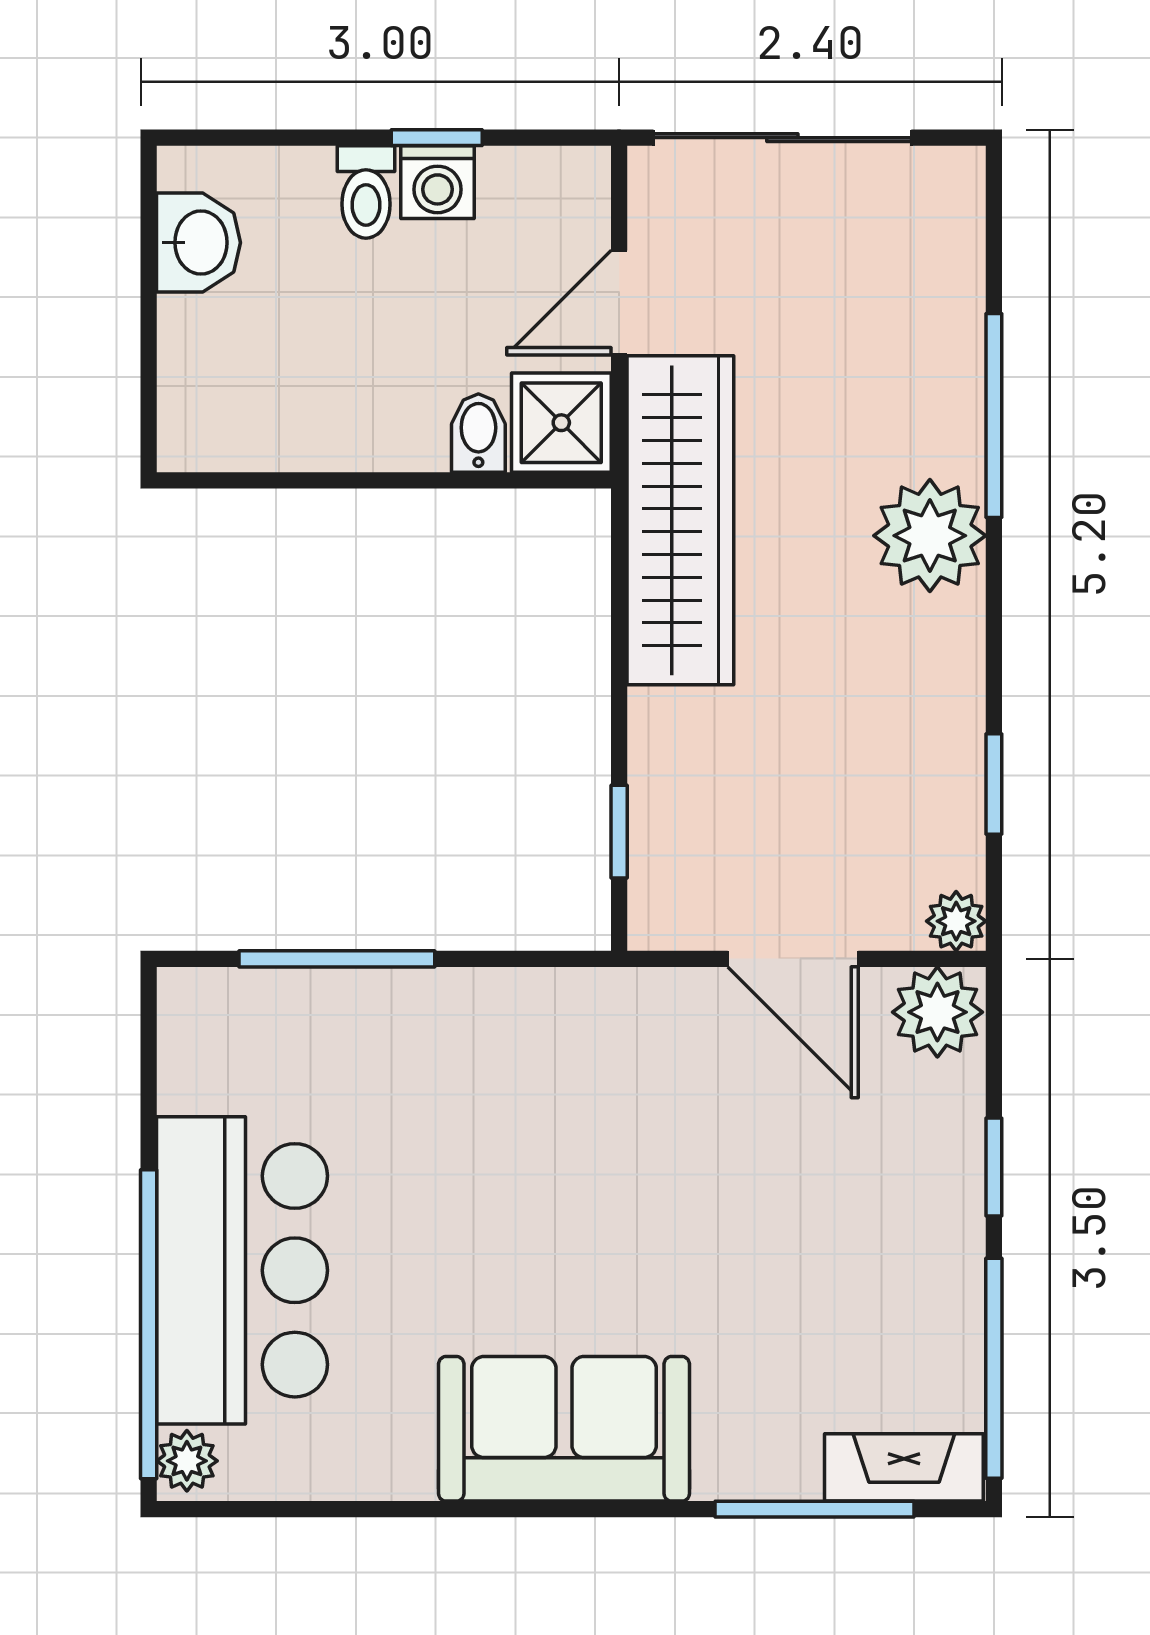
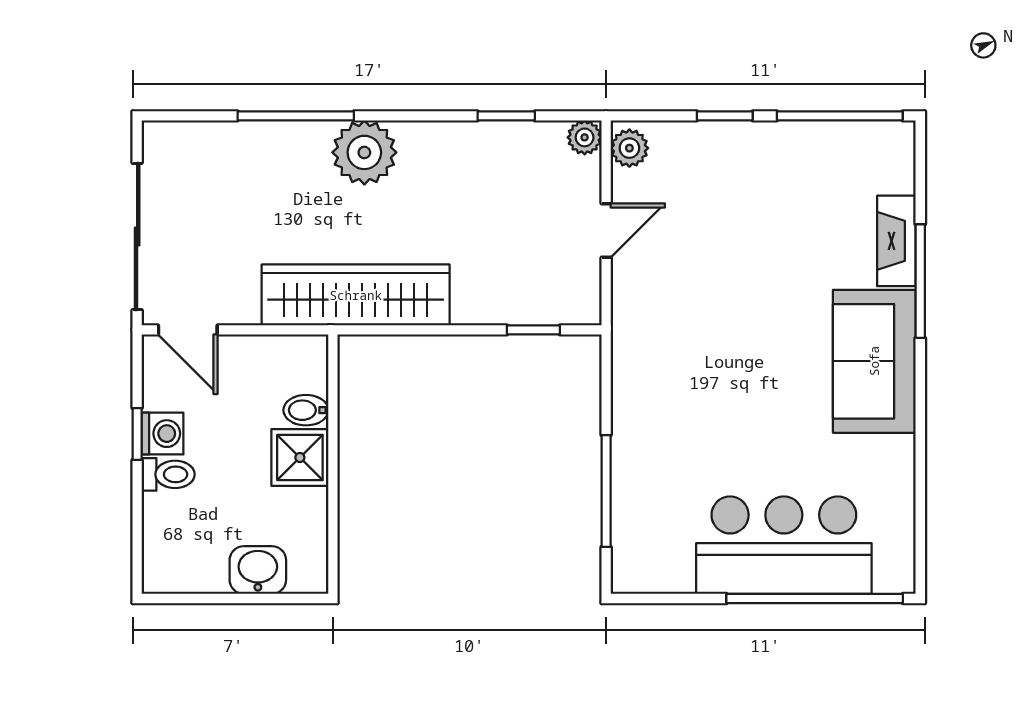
washbasin: (198, 243) -> (258, 570), moved
door: (619, 303) -> (188, 330), moved
shower: (561, 423) -> (300, 457), moved
door: (793, 959) -> (606, 231), width x0.73
plant: (937, 1012) -> (629, 148), width x0.73, depth x0.73
plant: (187, 1461) -> (893, 577), removed
fireplace: (904, 1467) -> (896, 241), moved
window: (814, 1509) -> (920, 281), moved

